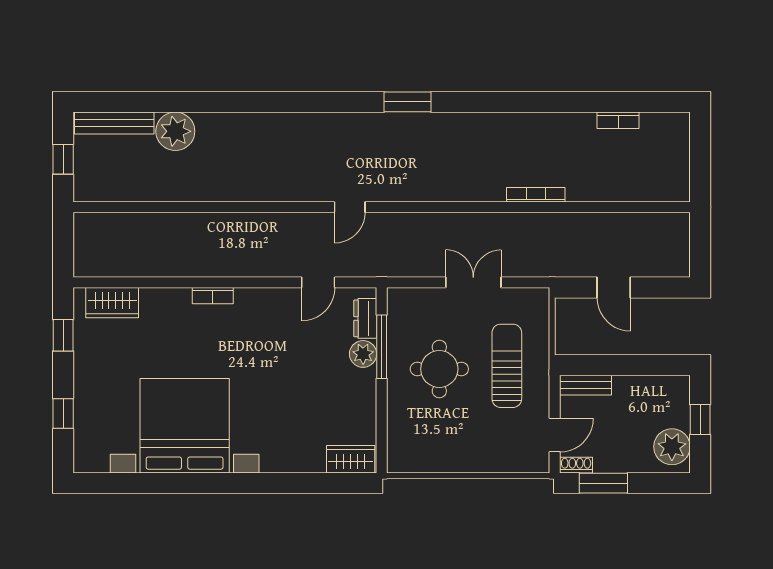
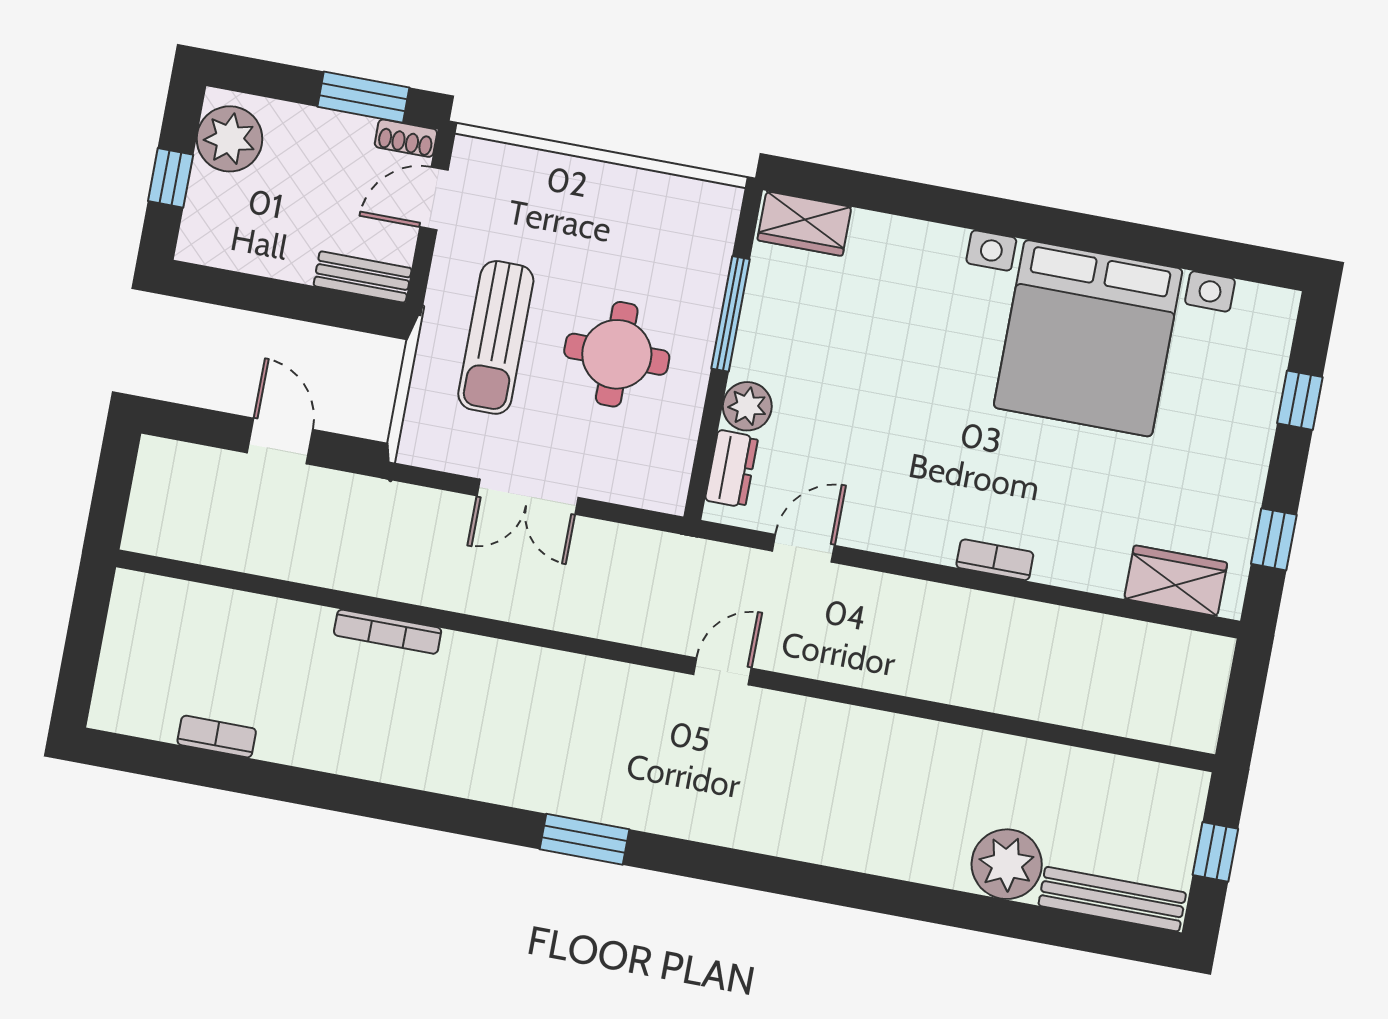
window: (382, 347) -> (731, 314), moved

